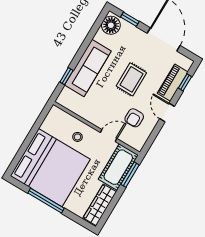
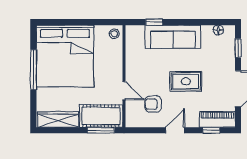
floor lamp: (111, 25) -> (218, 30), width x0.53, depth x0.53
piano: (173, 83) -> (217, 119), moved
stool: (77, 137) -> (114, 34), moved

